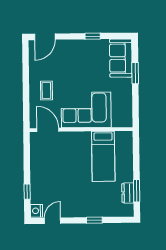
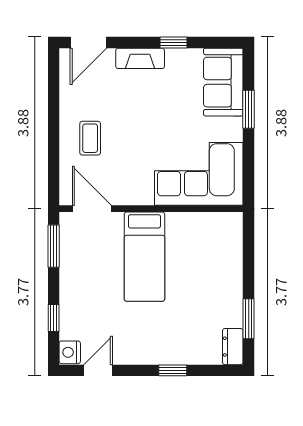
fireplace: (74, 45) -> (140, 58), added
corner sofa: (86, 110) -> (199, 174), moved
window: (27, 151) -> (54, 246), added
bed: (103, 156) -> (144, 257), moved
dresser: (128, 193) -> (233, 347), moved

